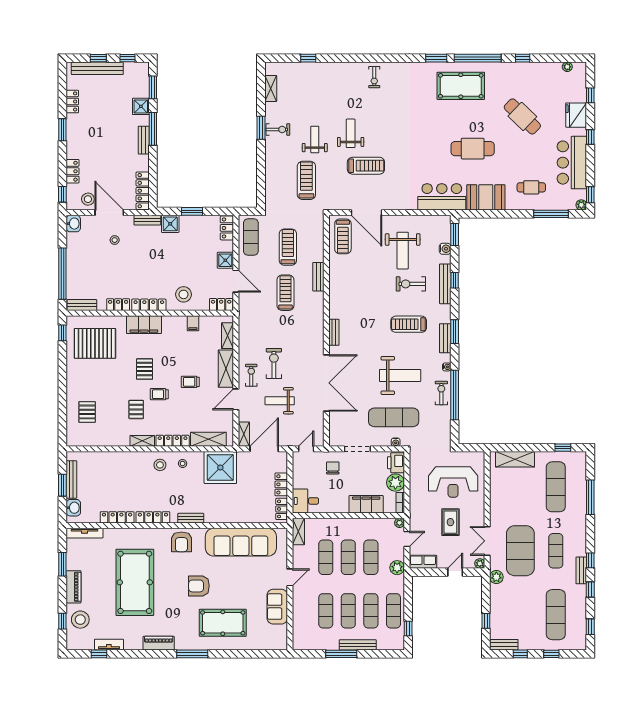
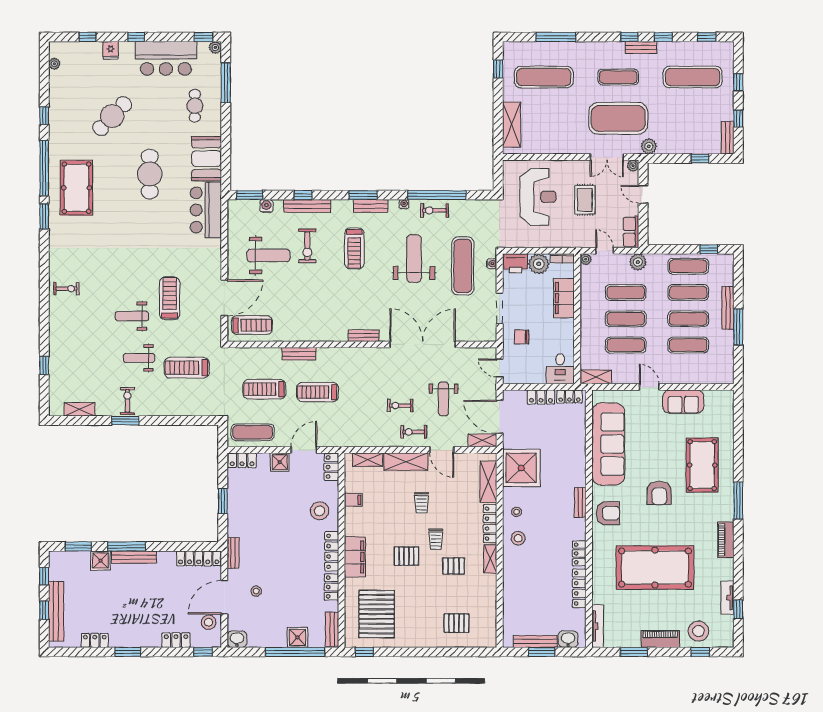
fridge: (576, 115) -> (111, 50), width x0.53, depth x0.75
bench: (144, 140) -> (134, 557), width x1.36
shower: (170, 224) -> (298, 637), moved
exercise bike: (274, 364) -> (400, 406), width x0.73, depth x0.72
locker: (153, 517) -> (579, 553), width x0.66
rug: (450, 522) -> (585, 200), turned 90

